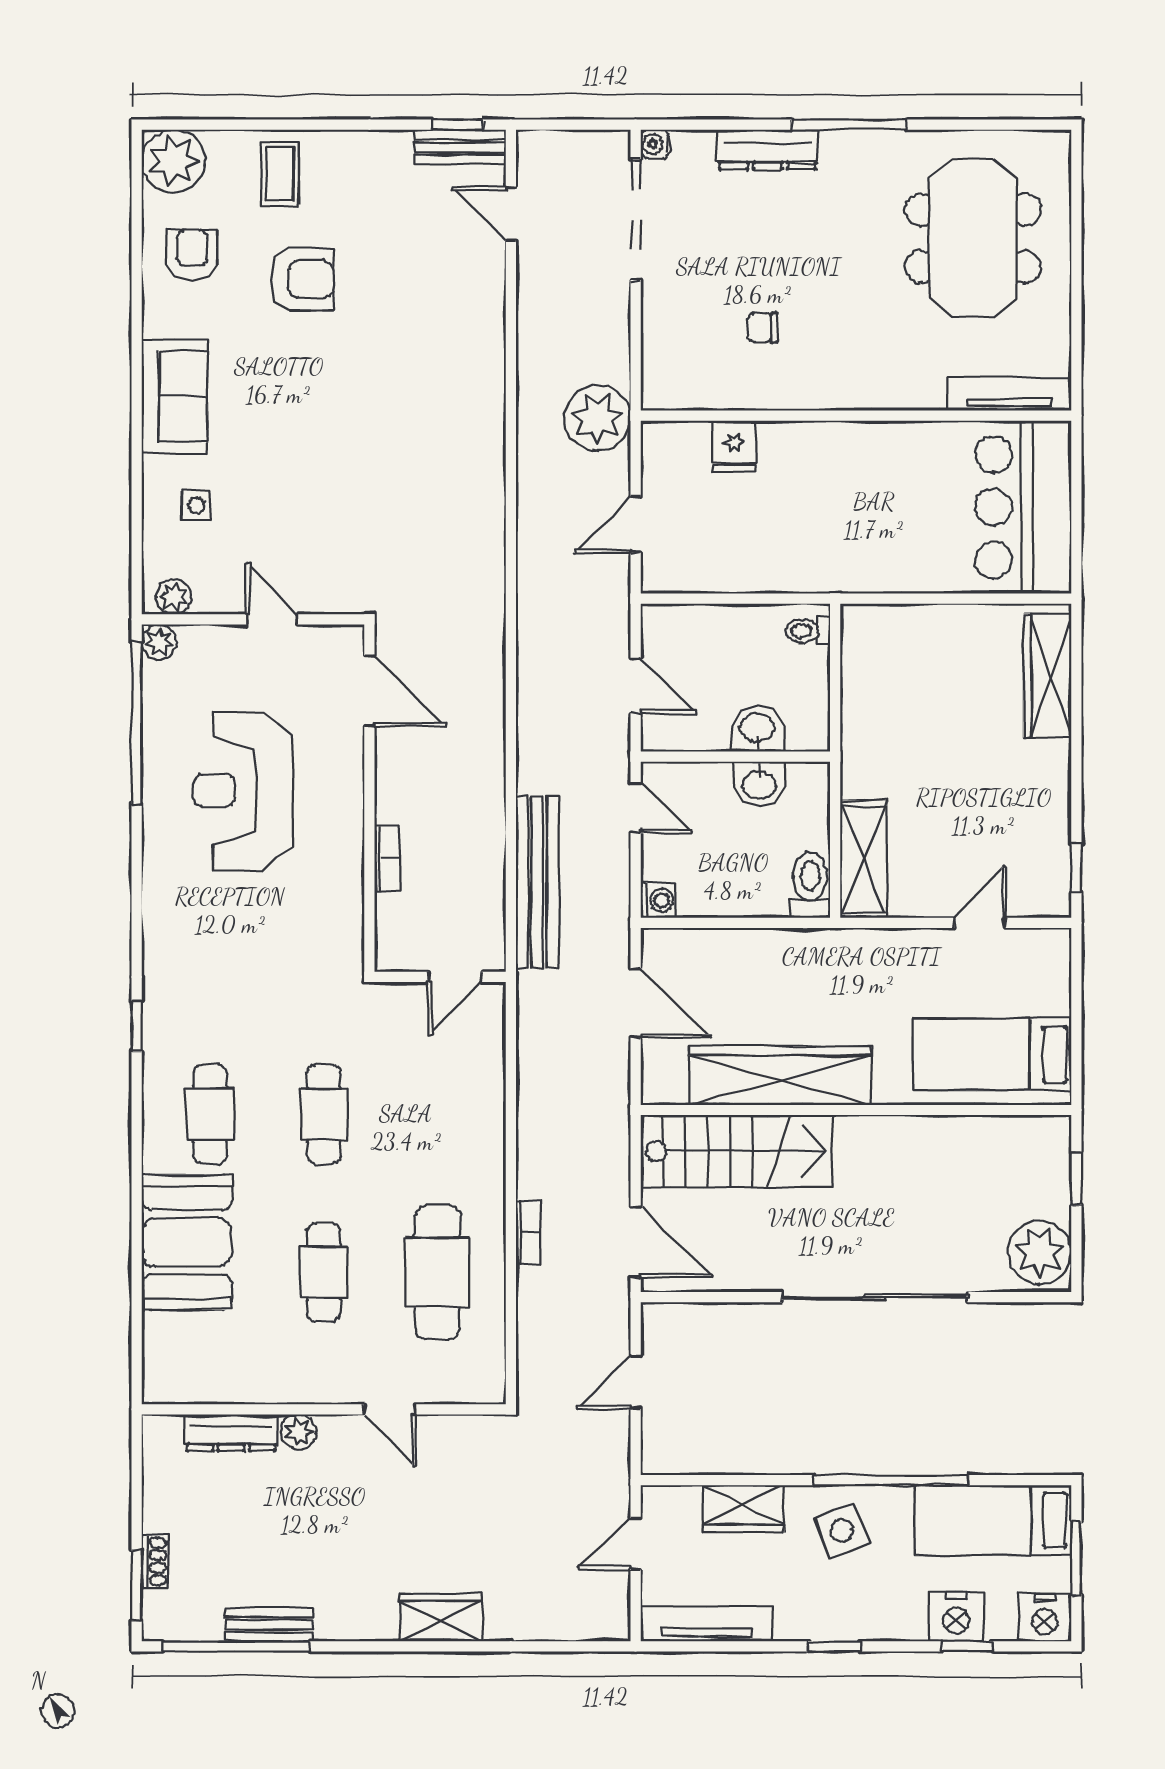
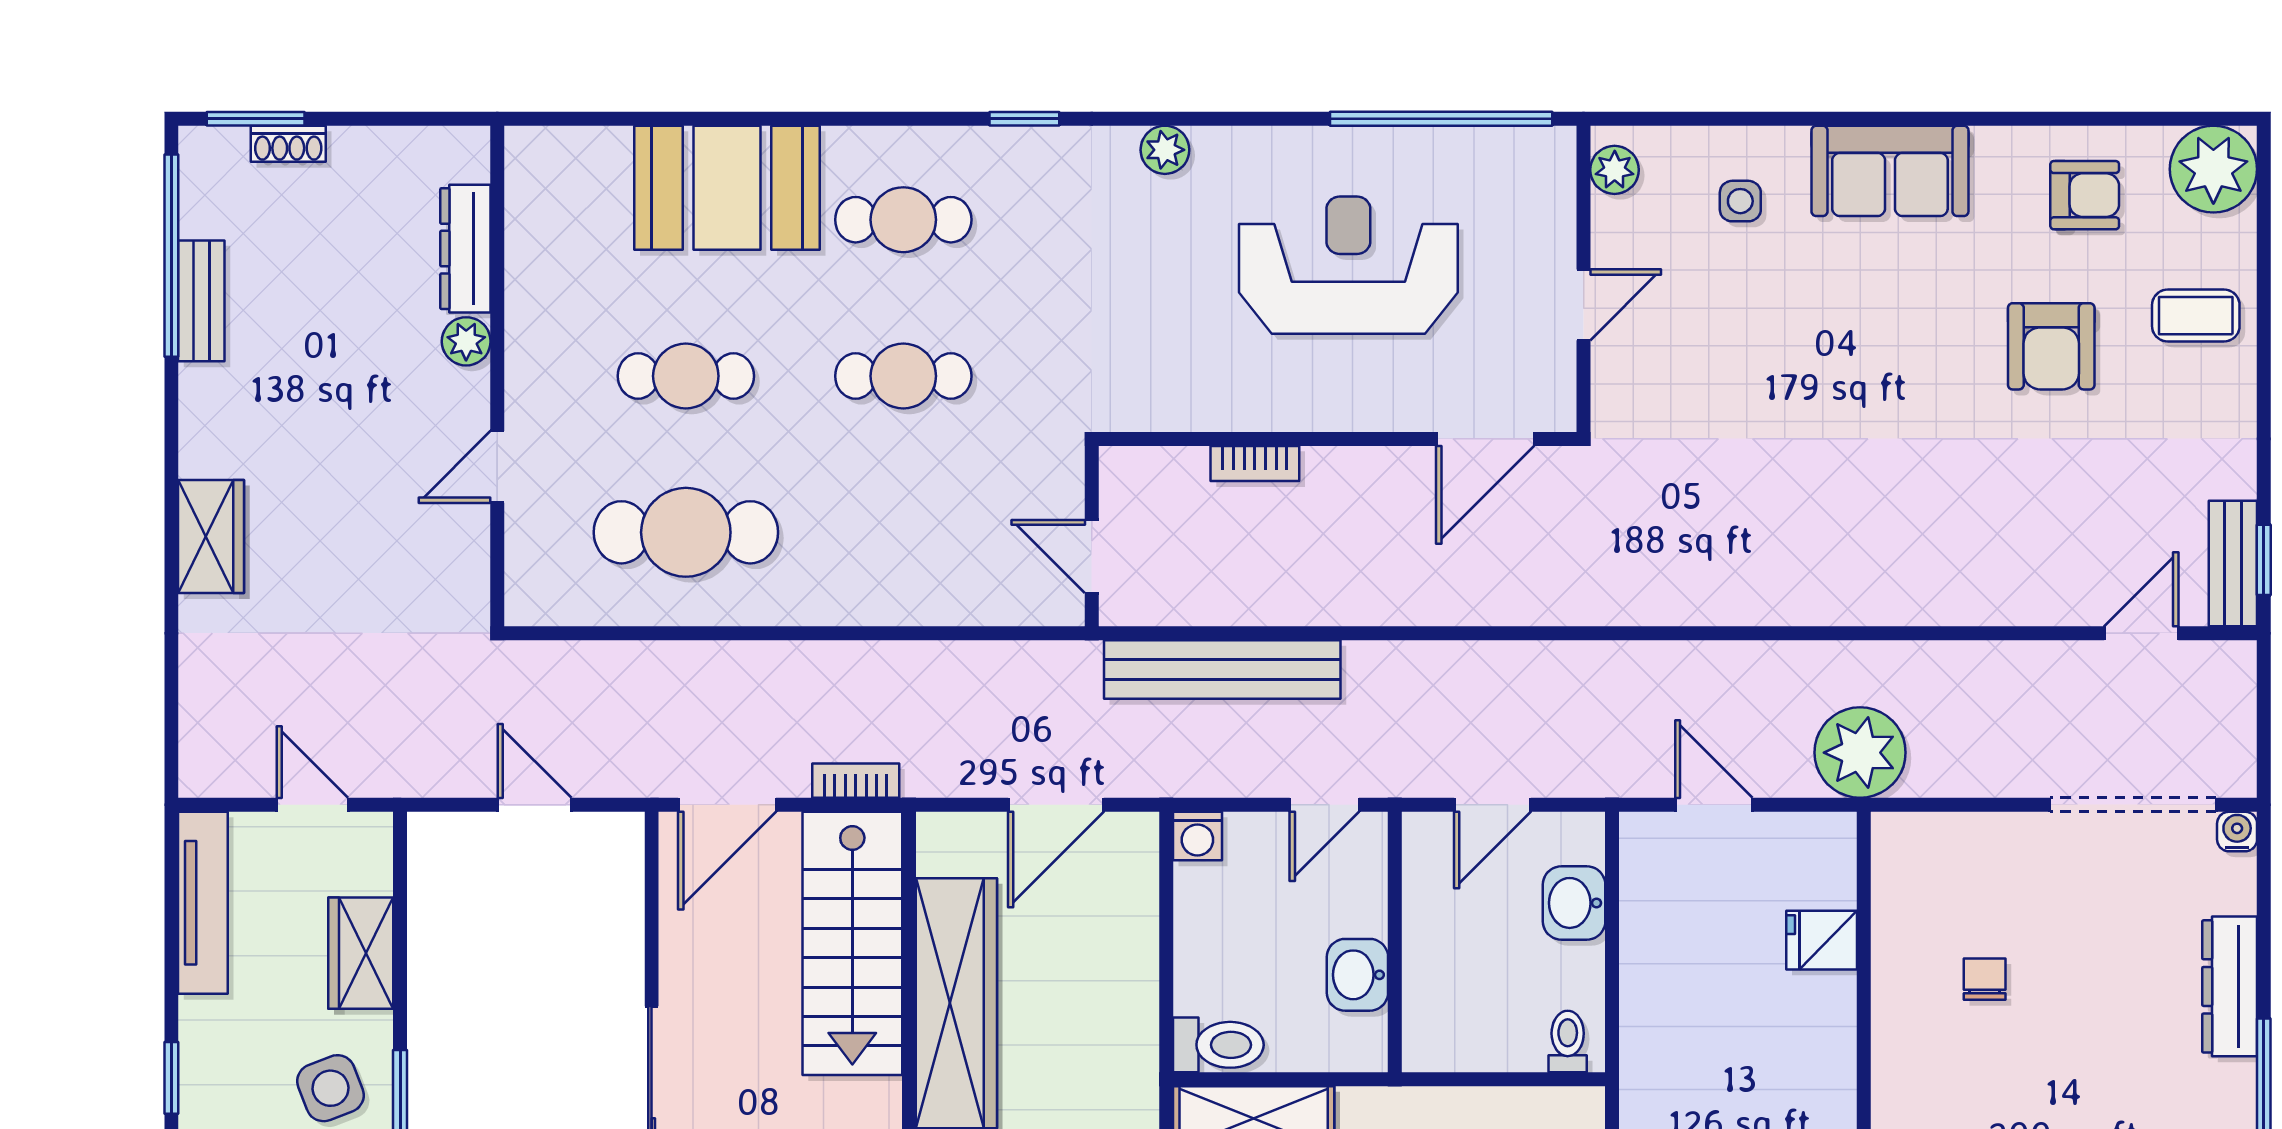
plant: (159, 642) -> (1165, 150), moved
washbasin: (757, 729) -> (1574, 903), moved, turned 180
bookcase: (528, 1233) -> (856, 781), moved, turned 180

